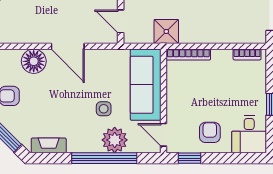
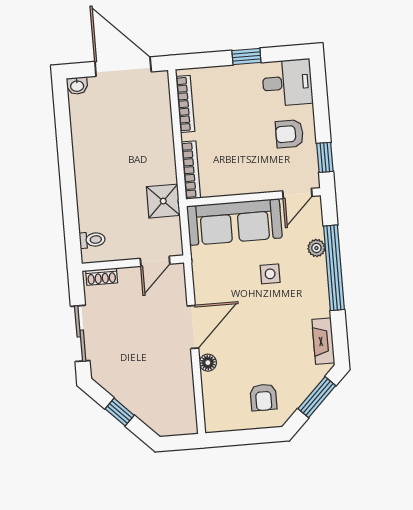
bookcase: (247, 54) -> (185, 104), width x1.56
floor lamp: (34, 61) -> (208, 363), width x0.53, depth x0.53
plant: (115, 140) -> (316, 248), width x0.53, depth x0.53

